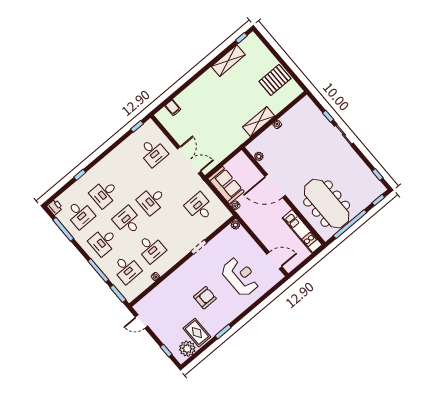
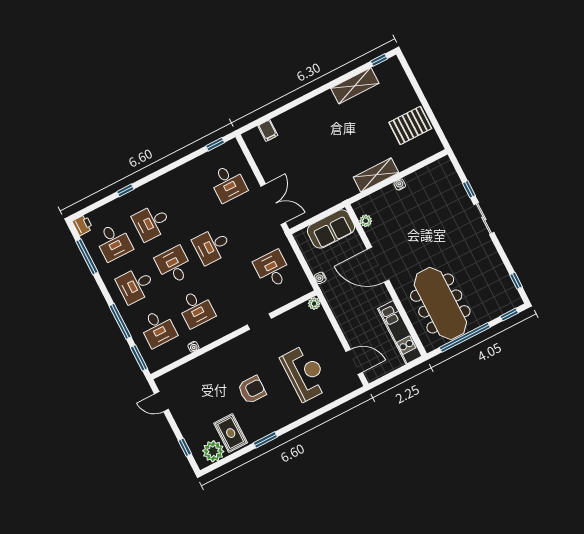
sofa: (226, 185) -> (331, 229), moved, turned 90

